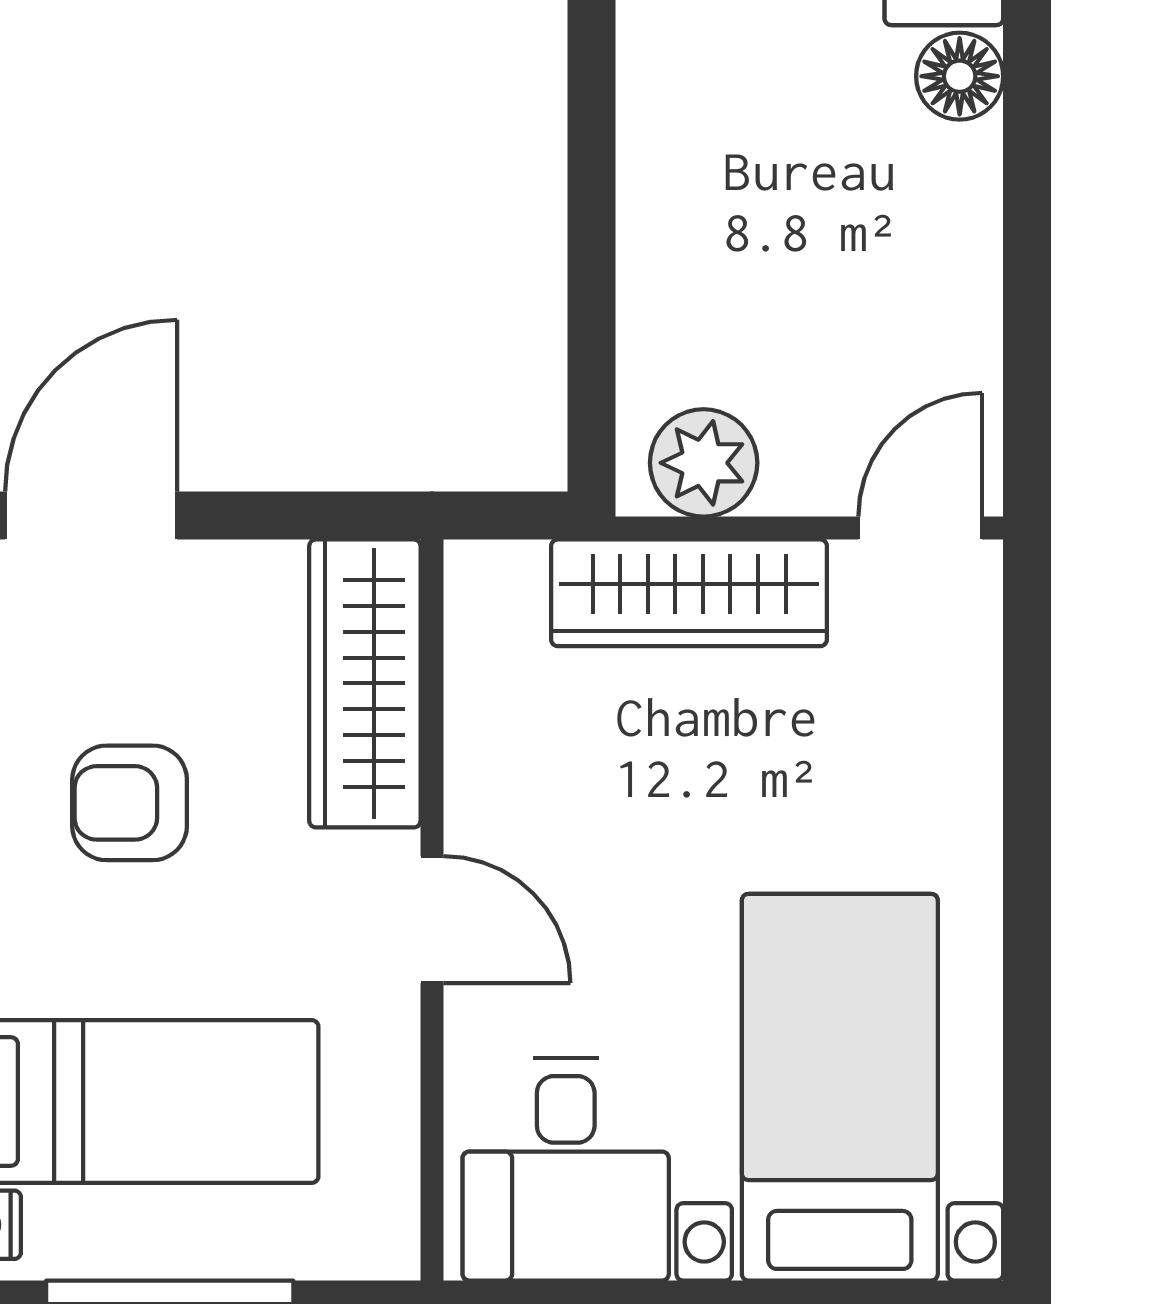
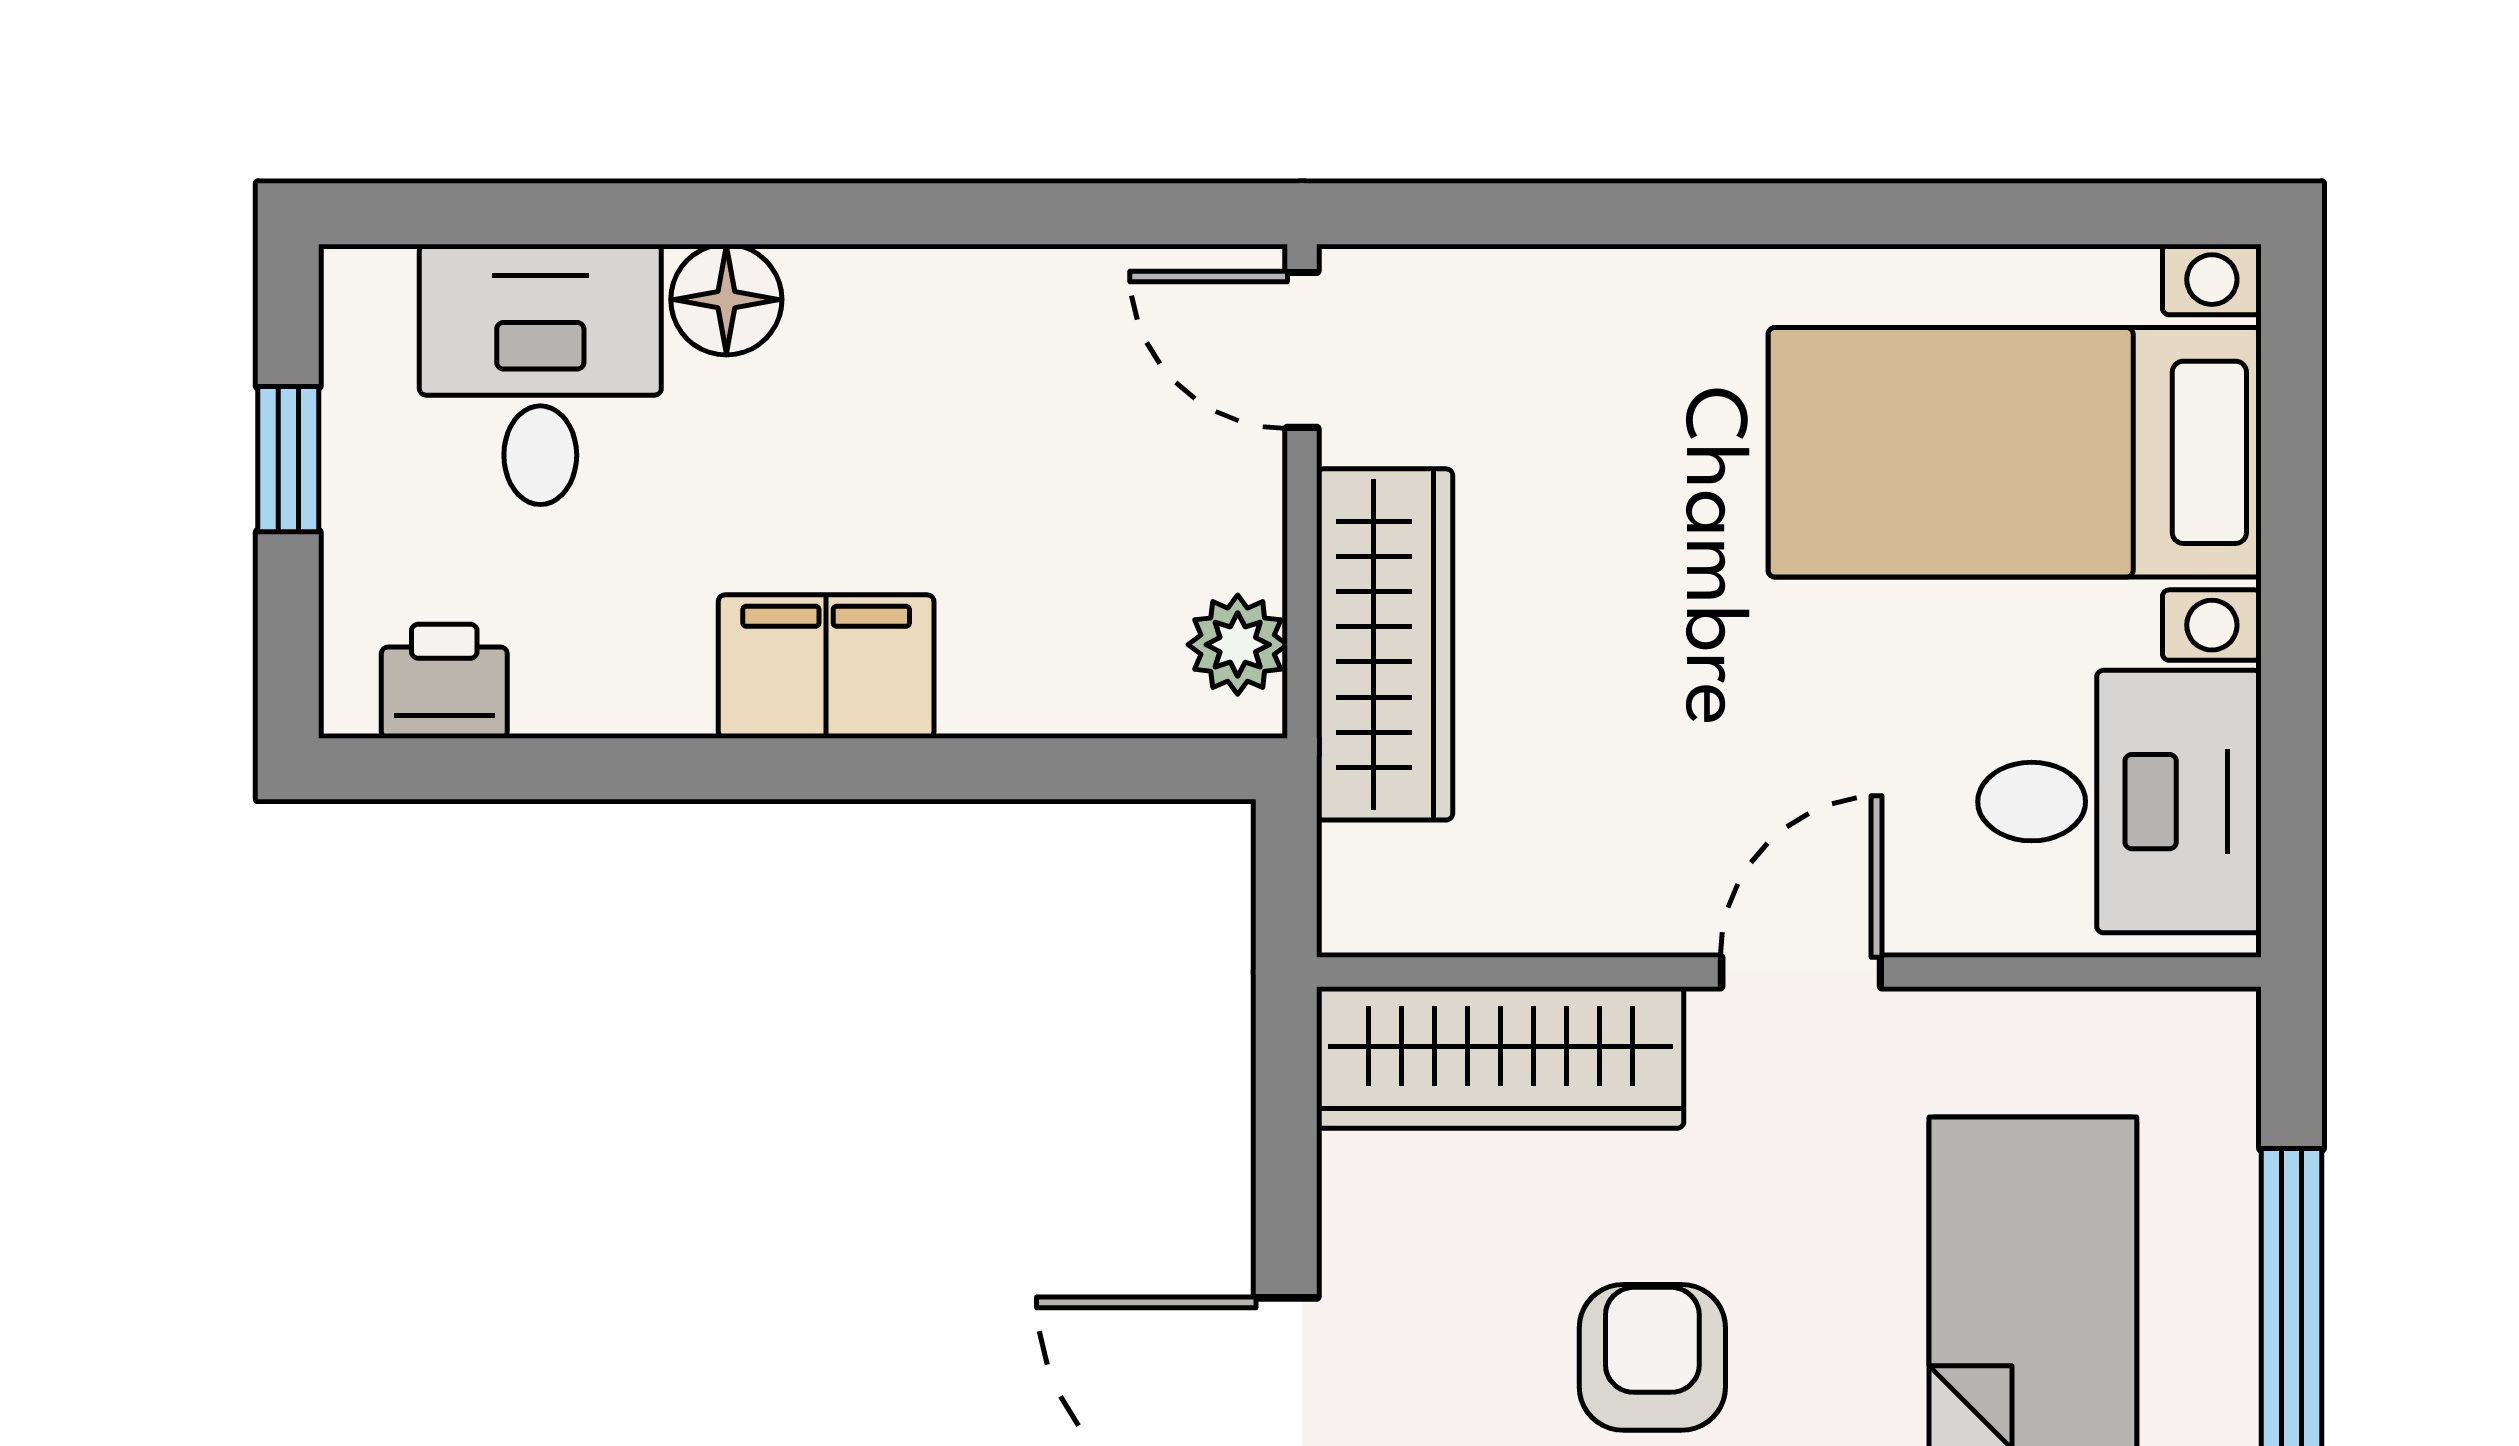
filing cabinet: (672, 154) -> (826, 666), added
plant: (704, 463) -> (1238, 645), width x0.73, depth x0.73
armchair: (130, 803) -> (1652, 1357), turned 180

